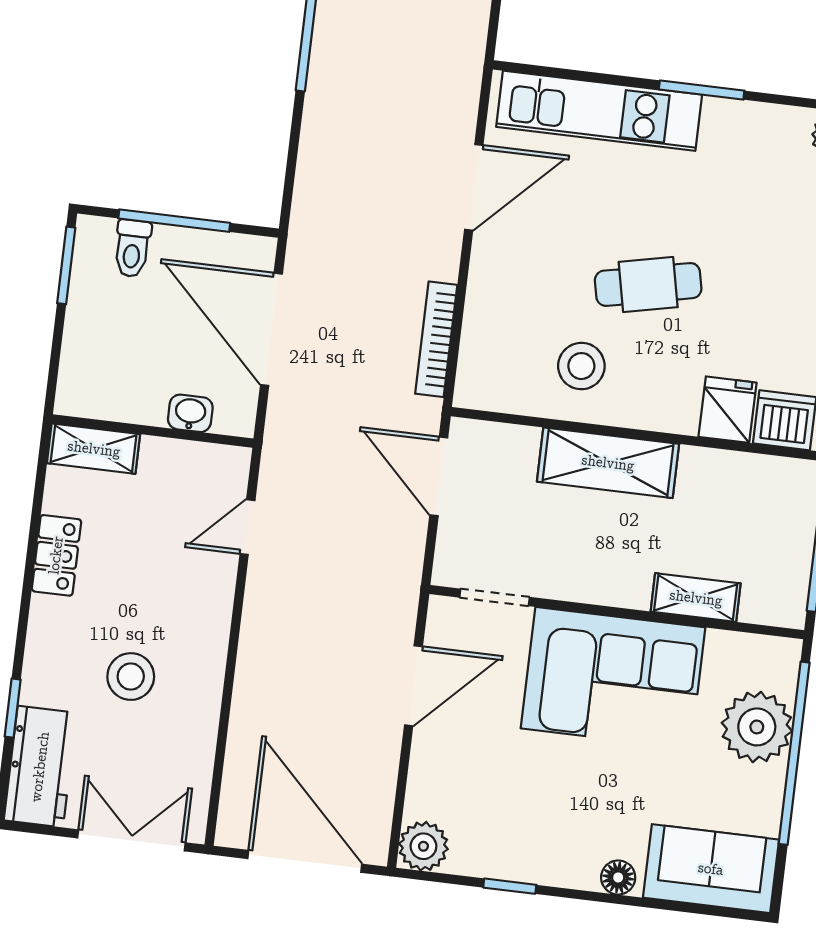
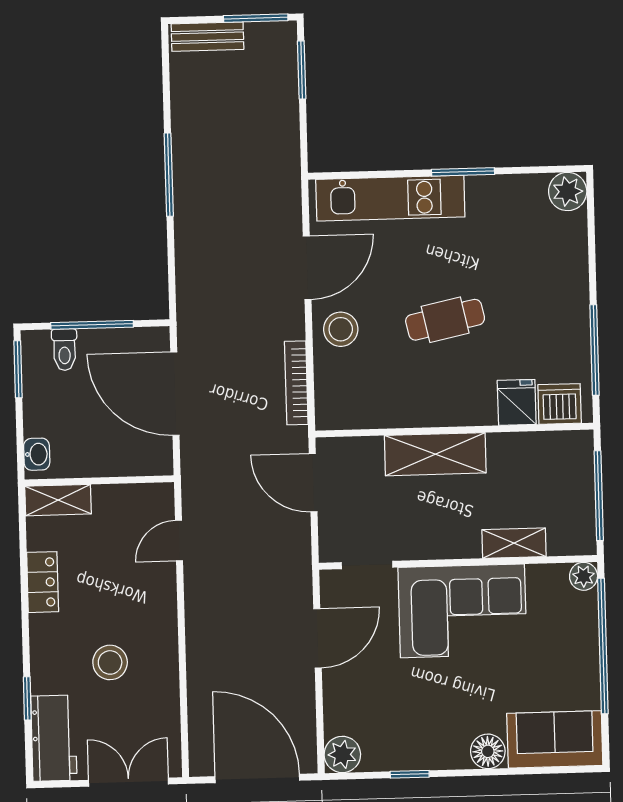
stool: (581, 366) -> (341, 329), moved
washbasin: (190, 413) -> (37, 454), moved, turned 90
plant: (757, 727) -> (584, 576), moved, width x0.53, depth x0.53
floor lamp: (618, 877) -> (488, 751), width x1.37, depth x1.37

